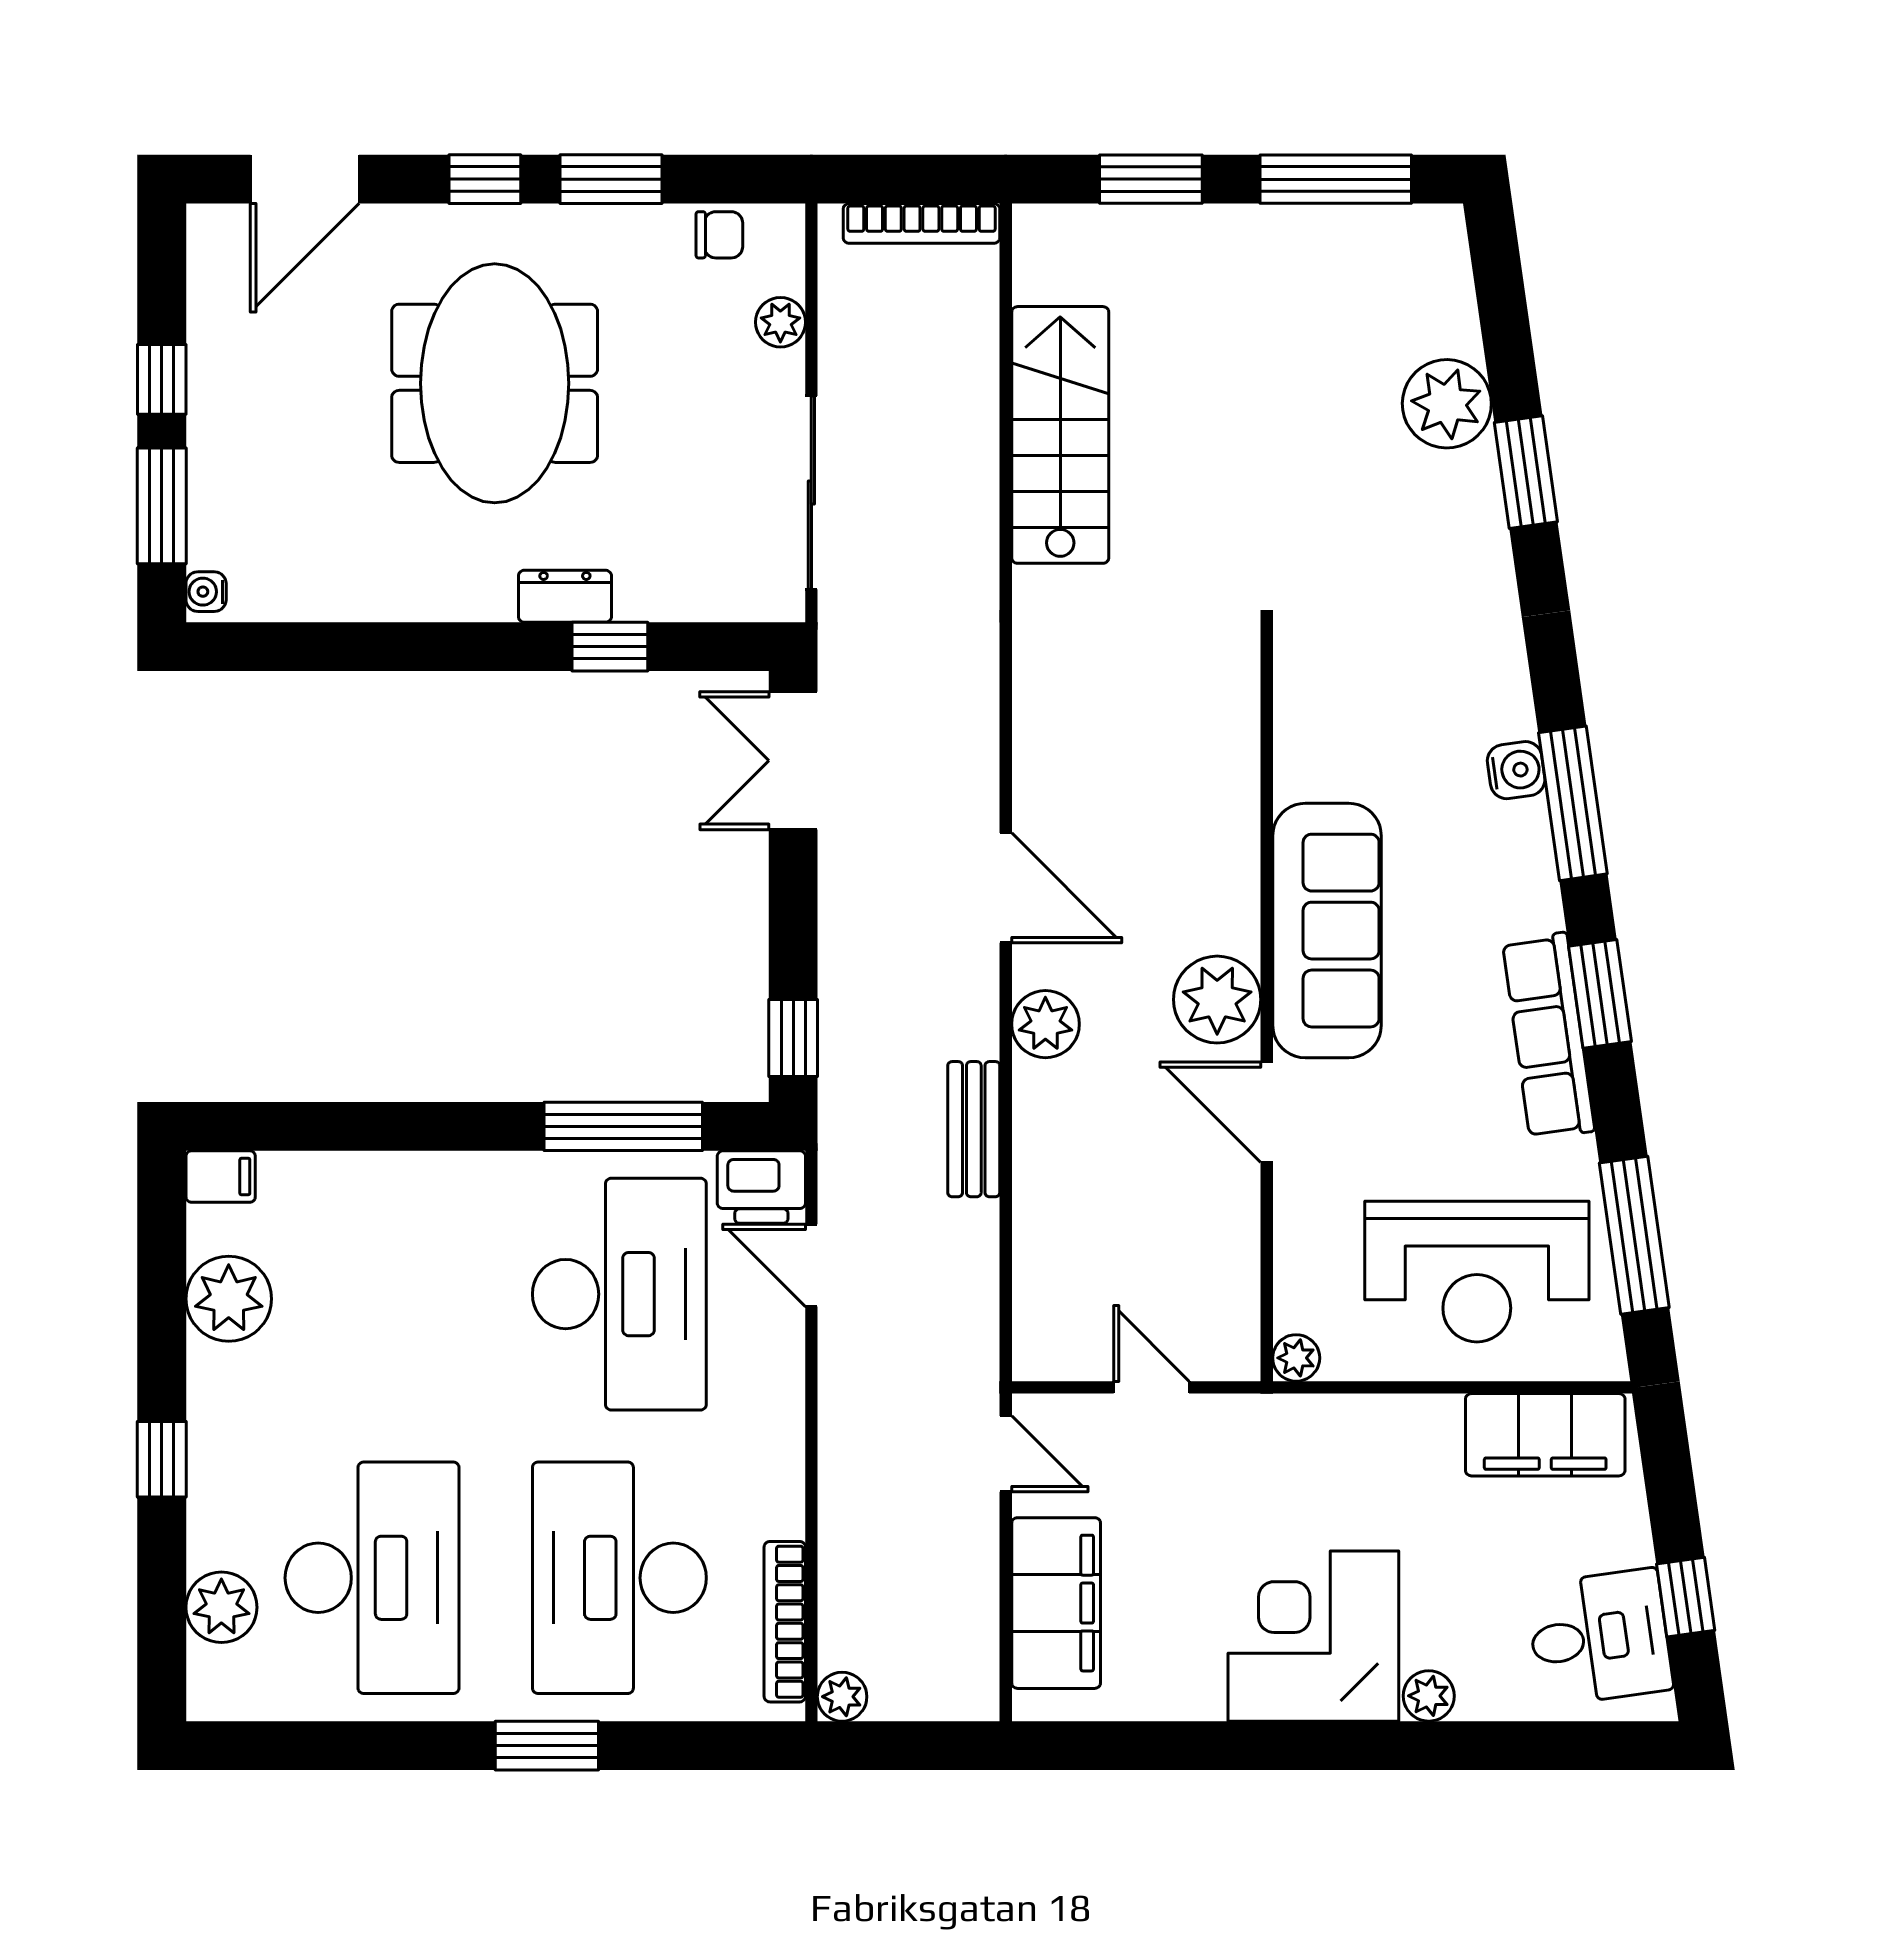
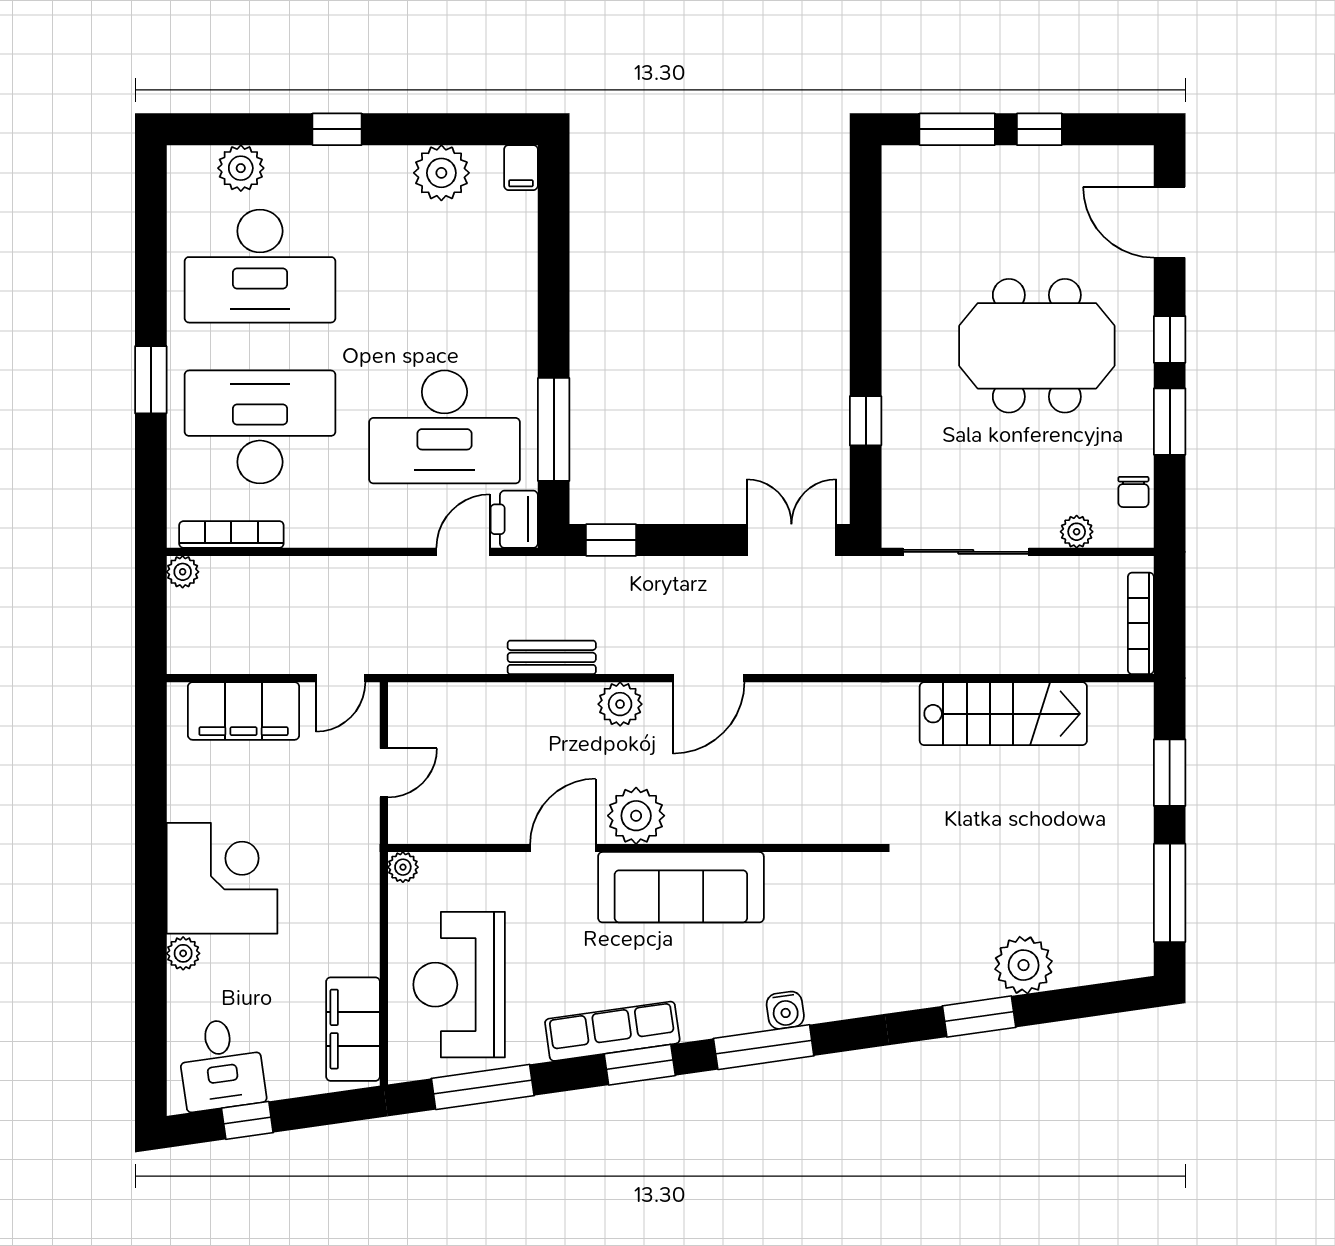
water cooler: (206, 592) -> (901, 158), removed
dresser: (565, 596) -> (898, 392), removed

